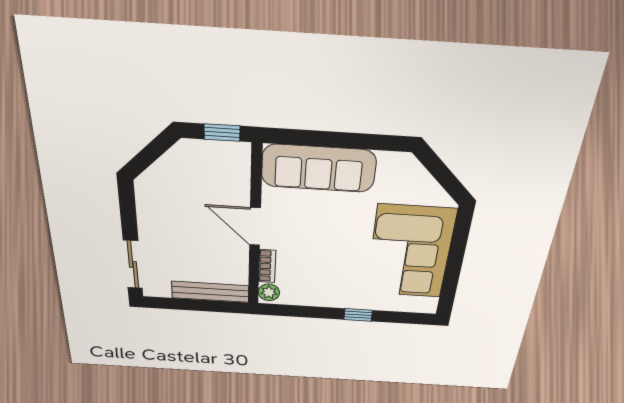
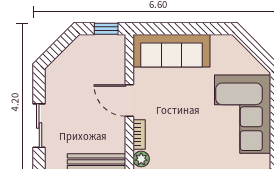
sliding door: (133, 265) -> (39, 126), moved

